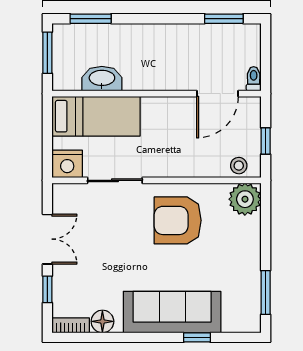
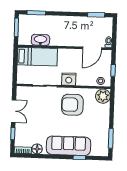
nightstand: (67, 164) -> (69, 79), moved

